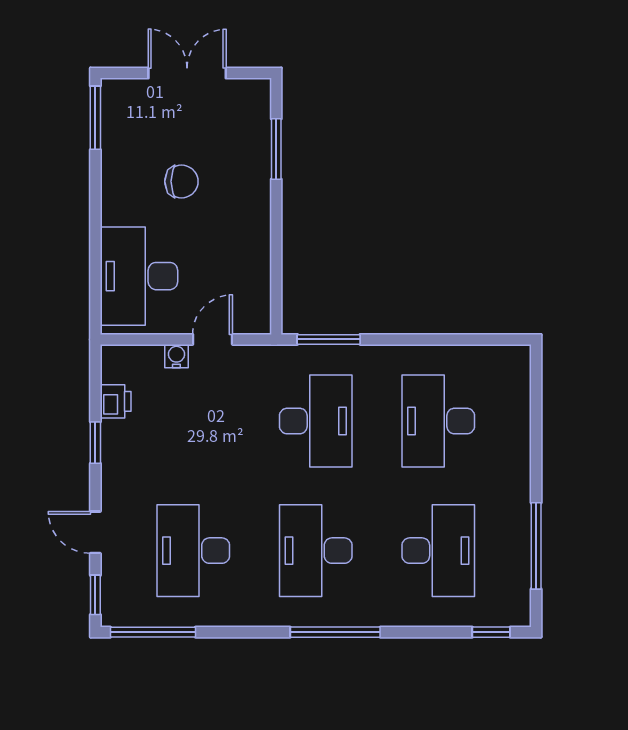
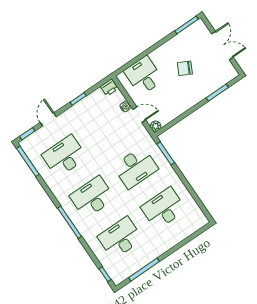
chair: (181, 181) -> (185, 68), turned 117
desk: (139, 276) -> (144, 76), width x0.73
plant: (259, 322) -> (156, 126), added
printer: (116, 401) -> (109, 88), moved
desk: (438, 551) -> (120, 238), turned 180

